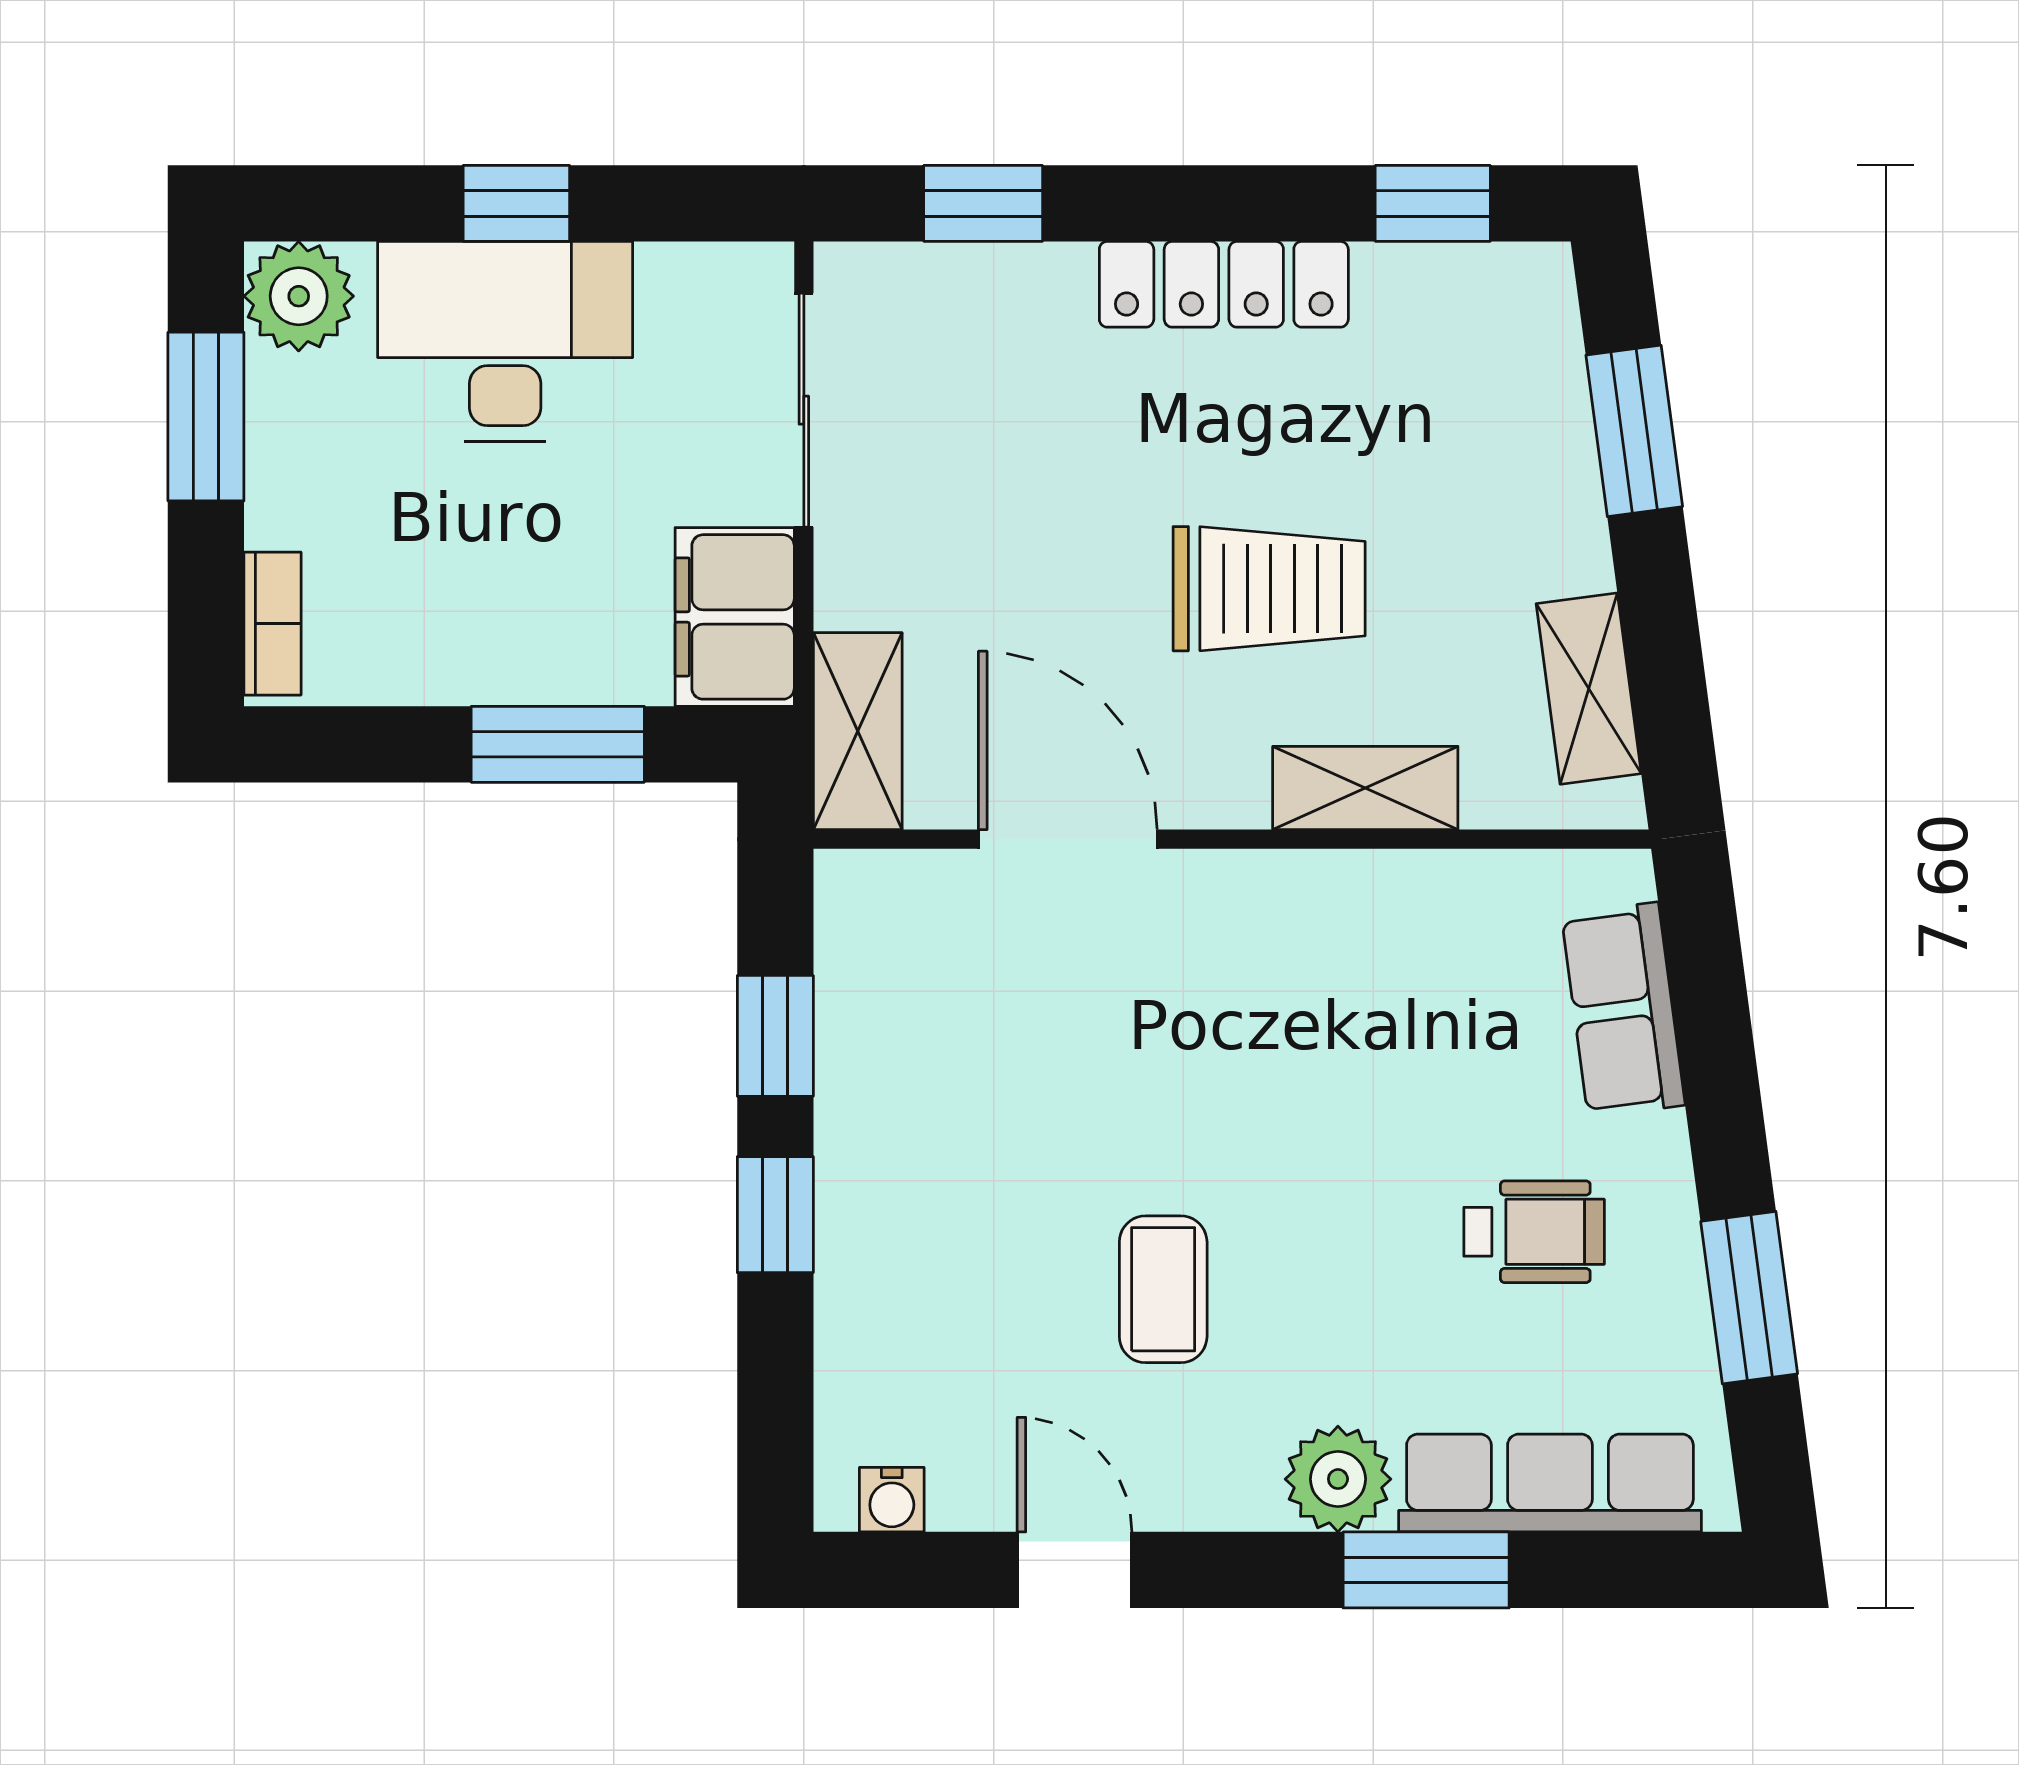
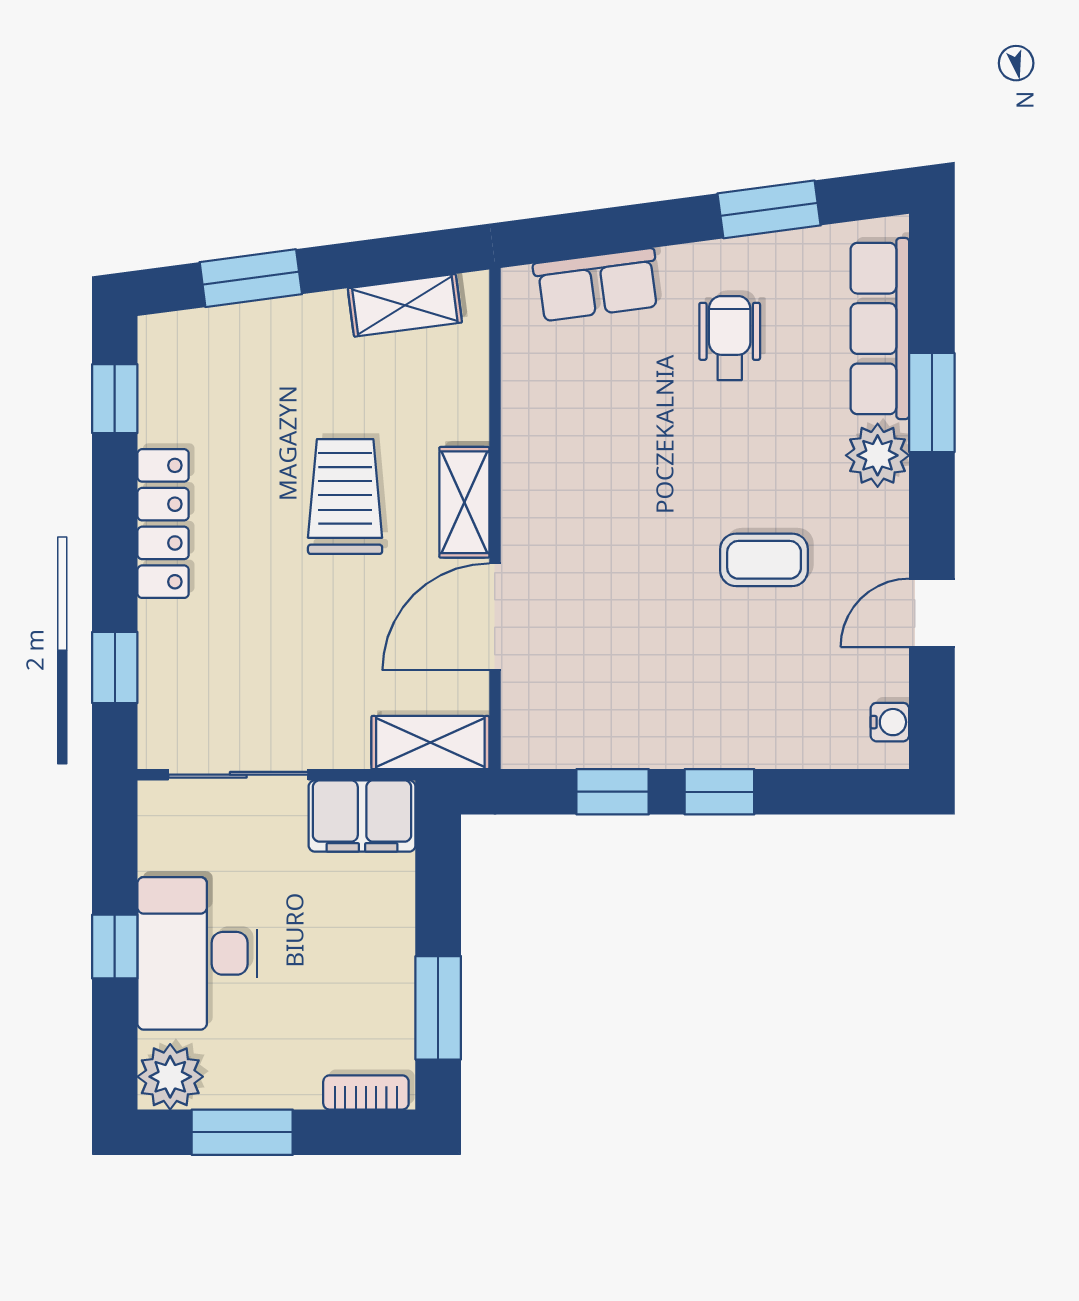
window: (558, 744) -> (438, 1008), moved
shelving: (1365, 788) -> (464, 502), moved

